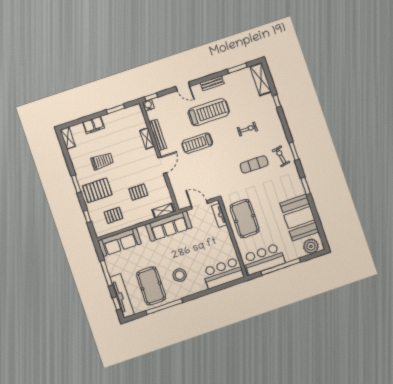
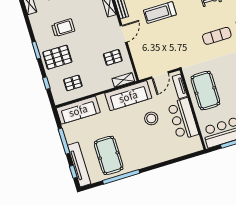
pallet: (138, 192) -> (113, 57), moved
door: (199, 205) -> (160, 75), swing flipped
bar counter: (223, 273) -> (183, 119), moved, turned -90
stool: (180, 275) -> (151, 118), moved

